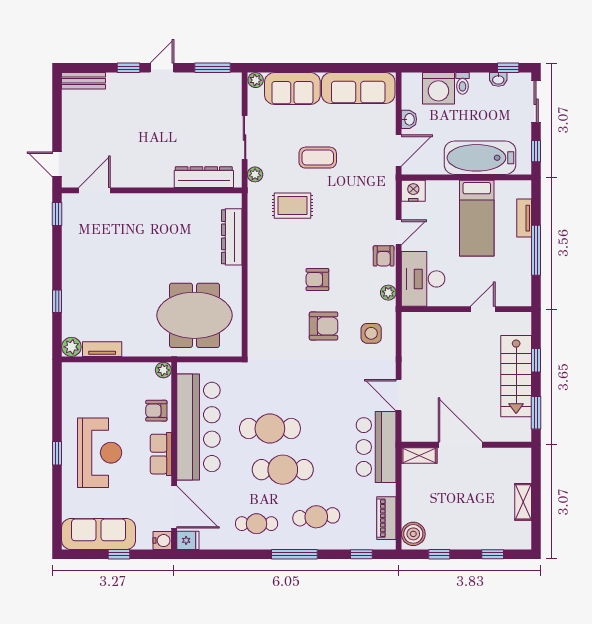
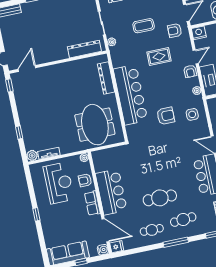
rug: (292, 206) -> (159, 56), moved
bar counter: (269, 276) -> (130, 95), added
armchair: (317, 279) -> (175, 30), moved
meeting table: (195, 315) -> (95, 125), turned 90
bar counter: (198, 427) -> (111, 192), width x0.73
cafe table: (270, 429) -> (148, 177), removed
reception desk: (100, 453) -> (59, 183), moved

